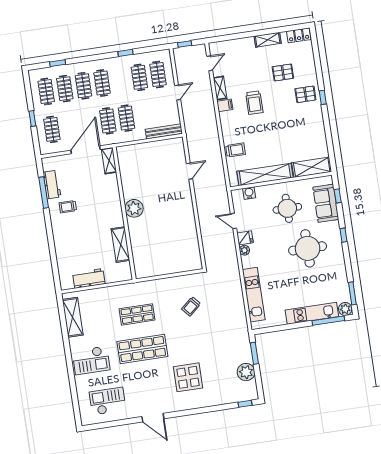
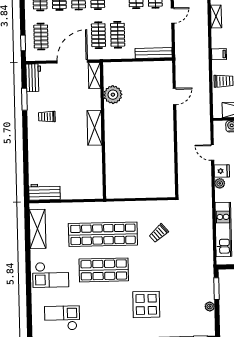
filing cabinet: (225, 105) -> (219, 54), moved
window: (32, 119) -> (23, 43), moved
workbench: (52, 185) -> (33, 78), moved
window: (44, 193) -> (24, 99), width x0.69
plant: (134, 208) -> (113, 95), moved
shelving: (121, 245) -> (95, 128), moved
workbench: (89, 278) -> (44, 192), moved
shop shelf: (137, 314) -> (103, 234), width x2.00, depth x1.36
plant: (246, 372) -> (210, 306), width x0.53, depth x0.53

